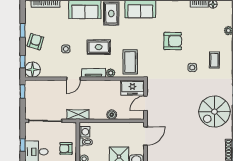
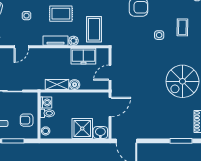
door: (73, 79) -> (21, 47), moved
freezer: (132, 88) -> (83, 56), moved
shelving: (78, 115) -> (57, 84), moved

